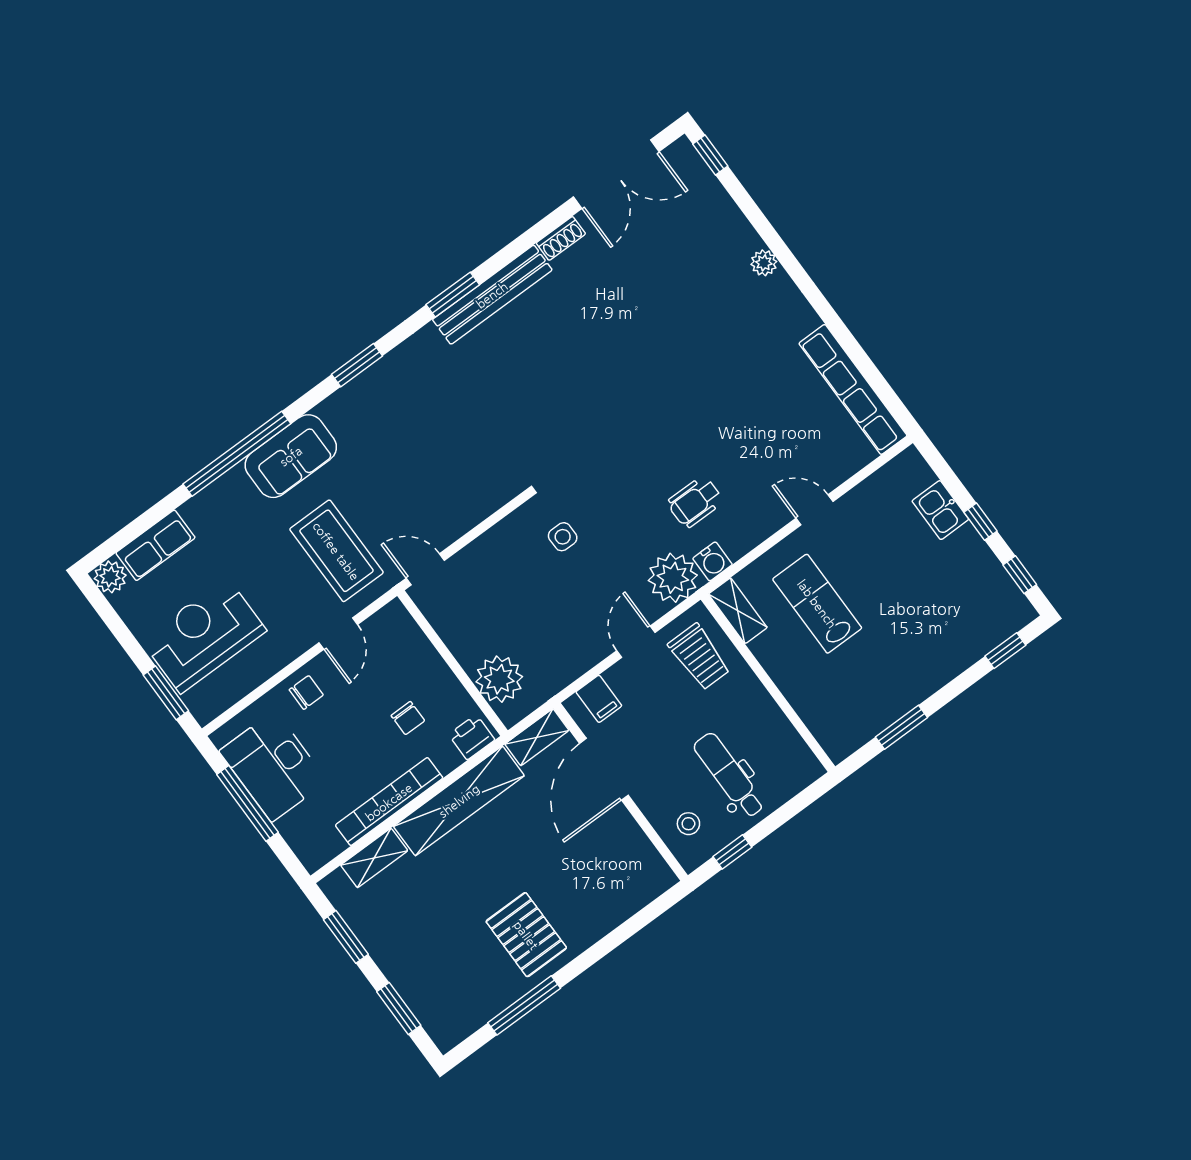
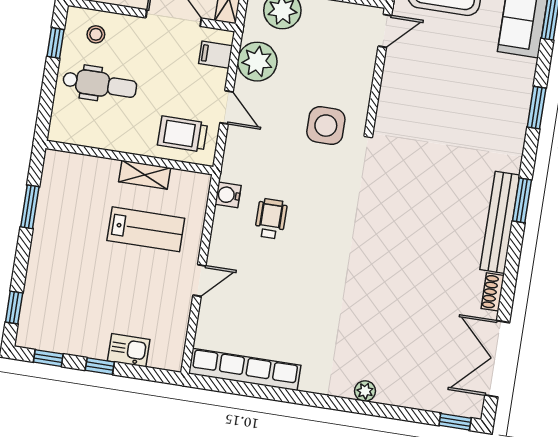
side table: (563, 537) -> (326, 126), width x1.87, depth x1.87
plant: (673, 578) -> (257, 62), moved
shelving: (738, 611) -> (145, 175), moved

